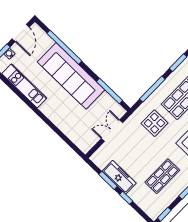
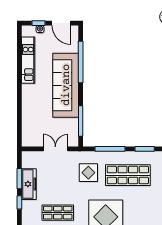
door: (21, 33) -> (61, 23), hinge flipped

